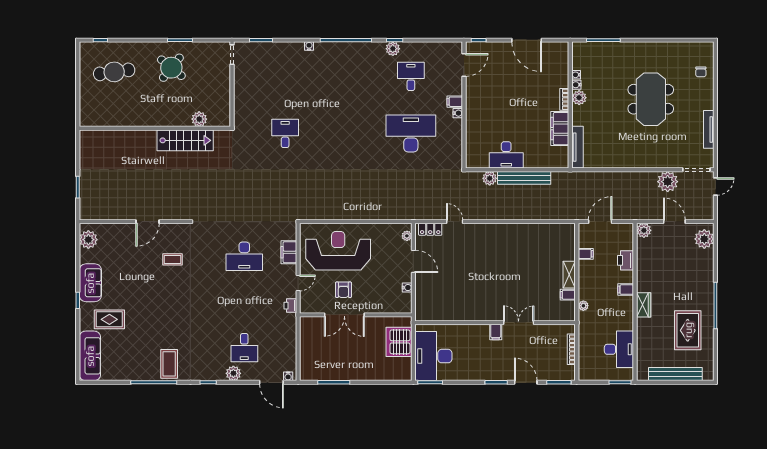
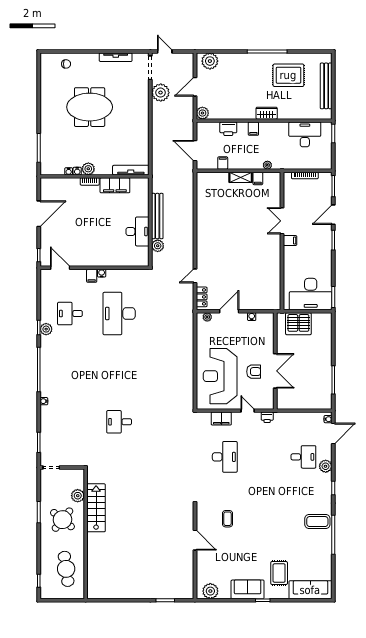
plant: (199, 119) -> (78, 496), moved
wall: (155, 128) -> (86, 534), moved
stairs: (185, 140) -> (96, 508), moved

